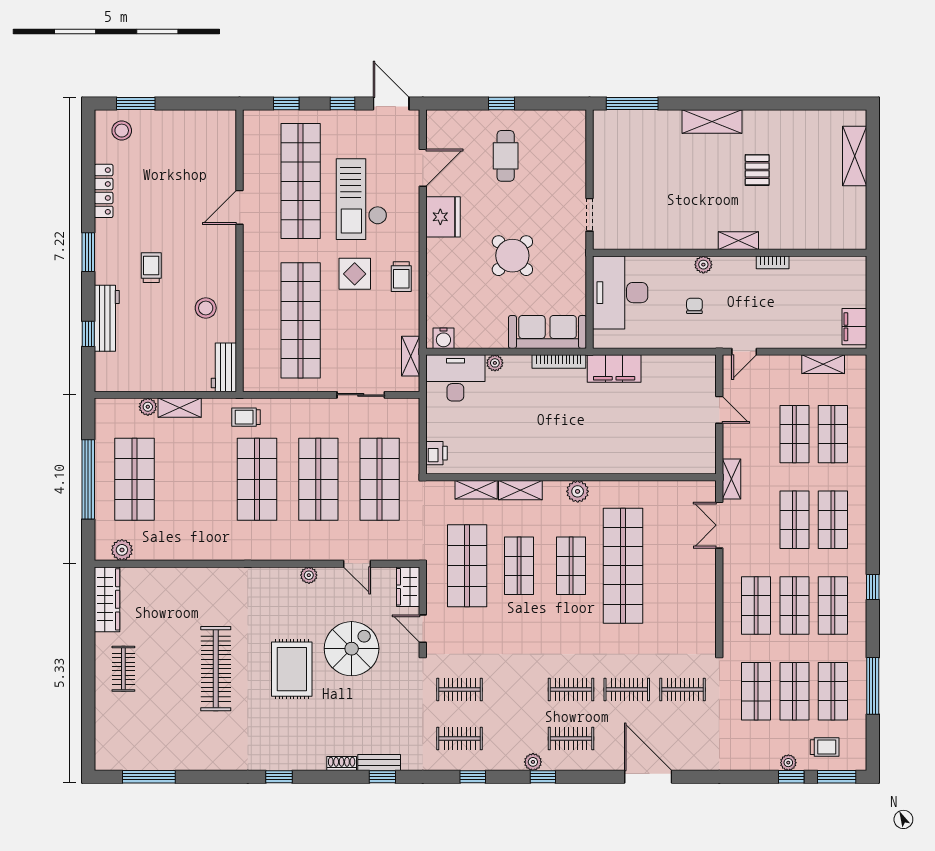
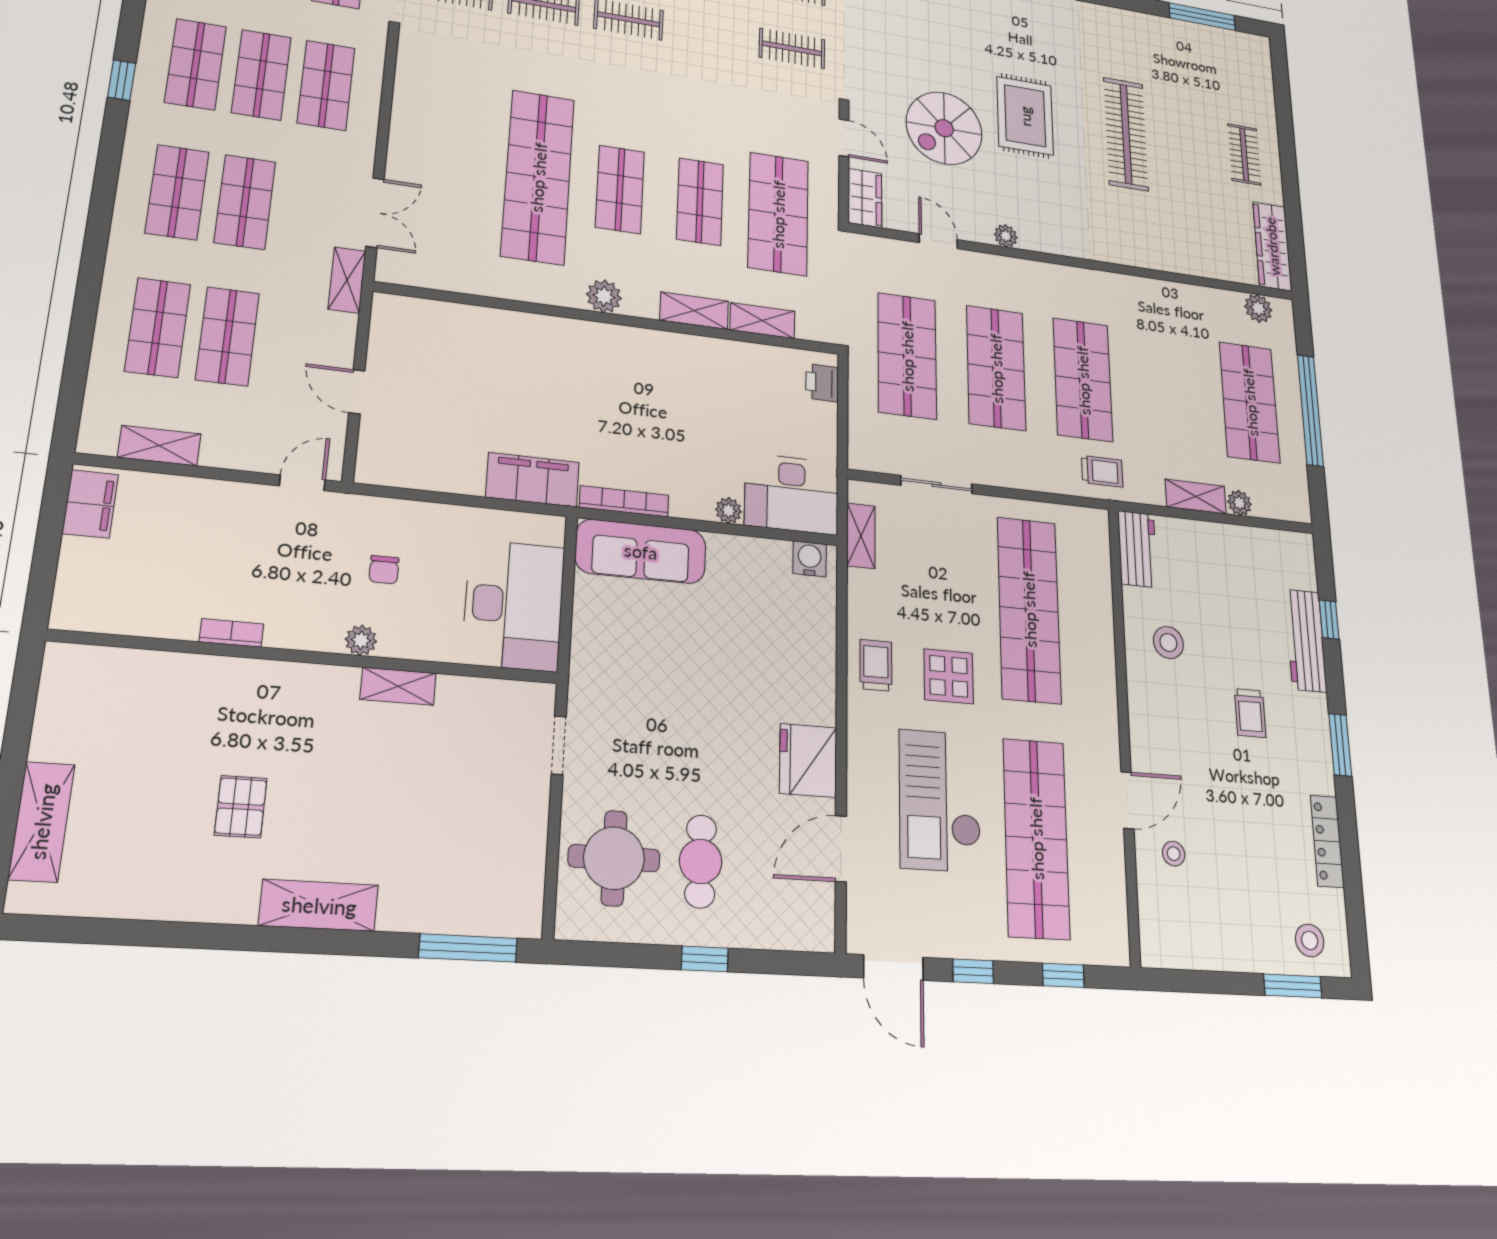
stool: (210, 177) -> (1174, 854), added
checkout: (361, 199) -> (940, 801), turned 180
shelving: (738, 241) -> (398, 686), moved
round table: (512, 256) -> (614, 858), moved, turned 45

